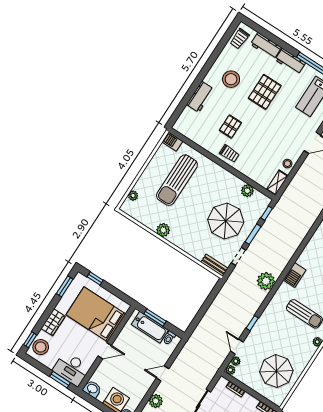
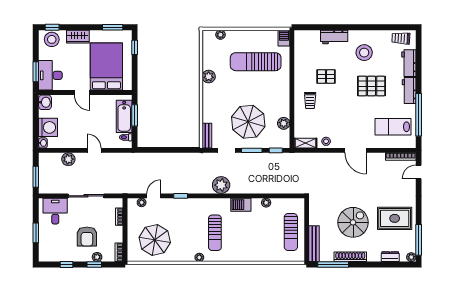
trolley: (229, 154) -> (310, 100), moved
plant: (230, 370) -> (266, 203), moved

